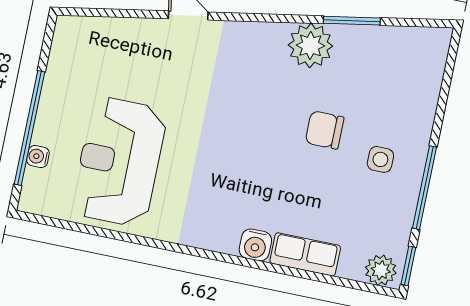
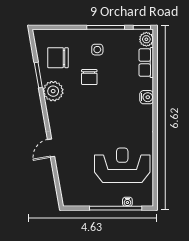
chair: (380, 71) -> (58, 58), added
reception desk: (119, 162) -> (122, 165), turned 180
row of seats: (305, 254) -> (146, 63), moved

